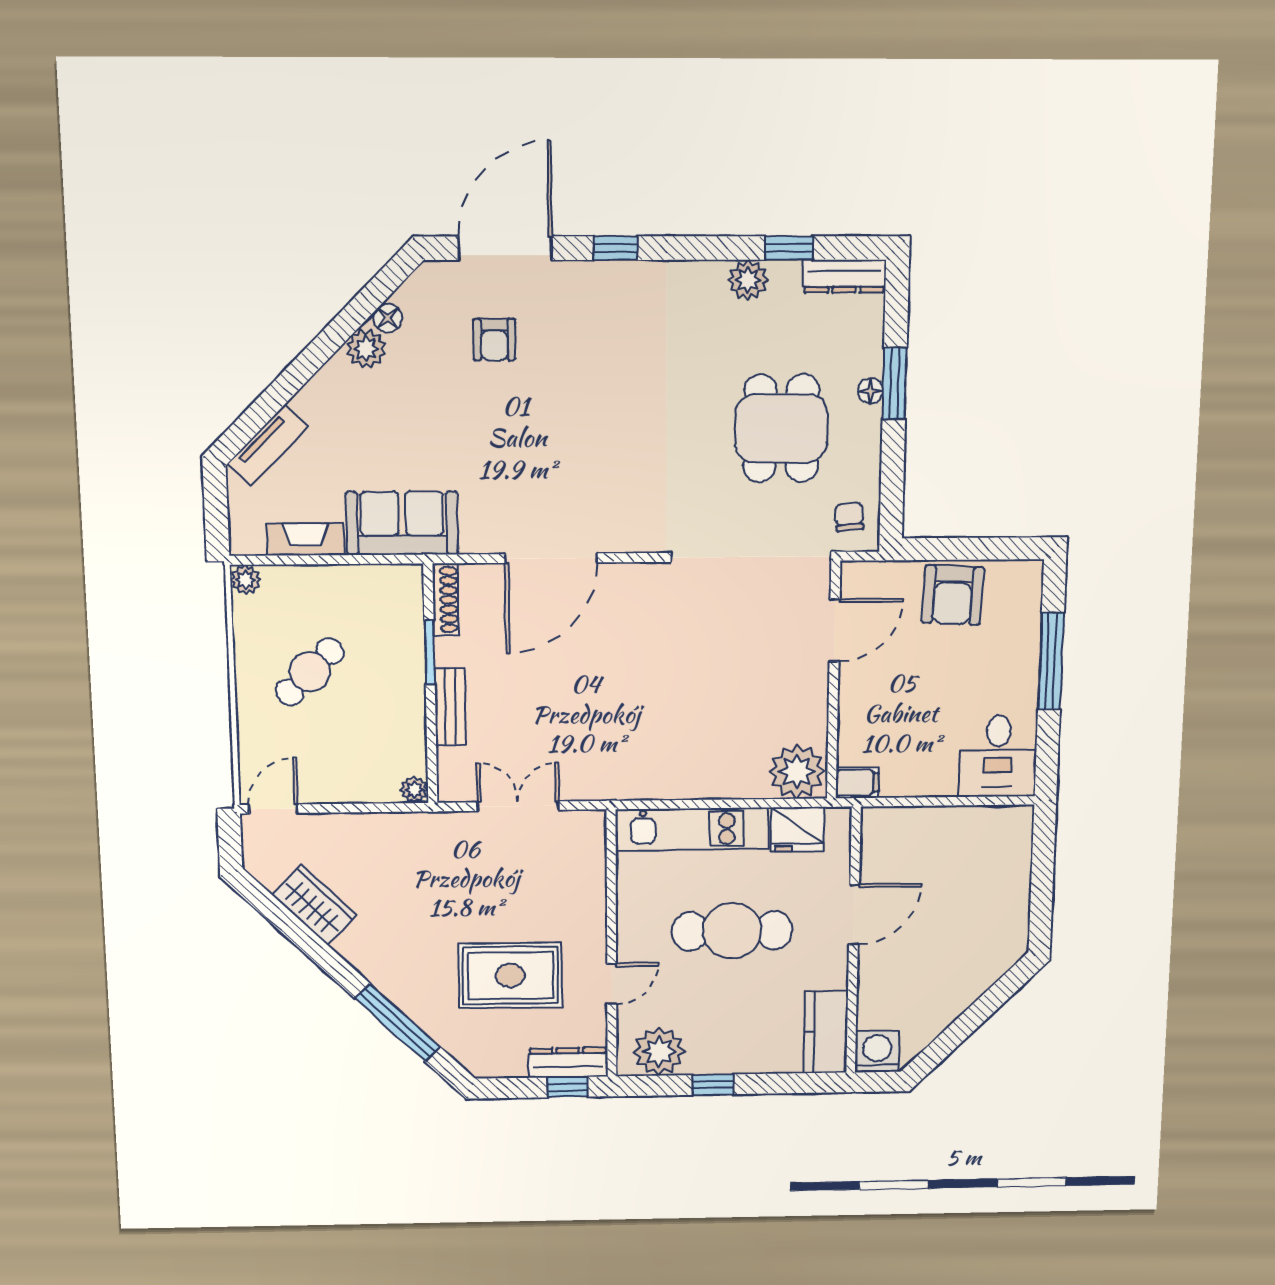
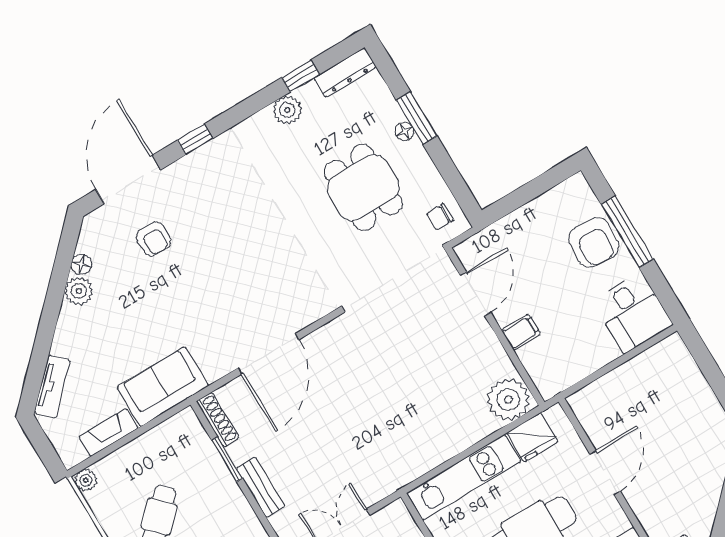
chair: (849, 517) -> (440, 217), turned -85
armchair: (953, 595) -> (594, 243), moved
filing cabinet: (857, 783) -> (521, 332), moved

